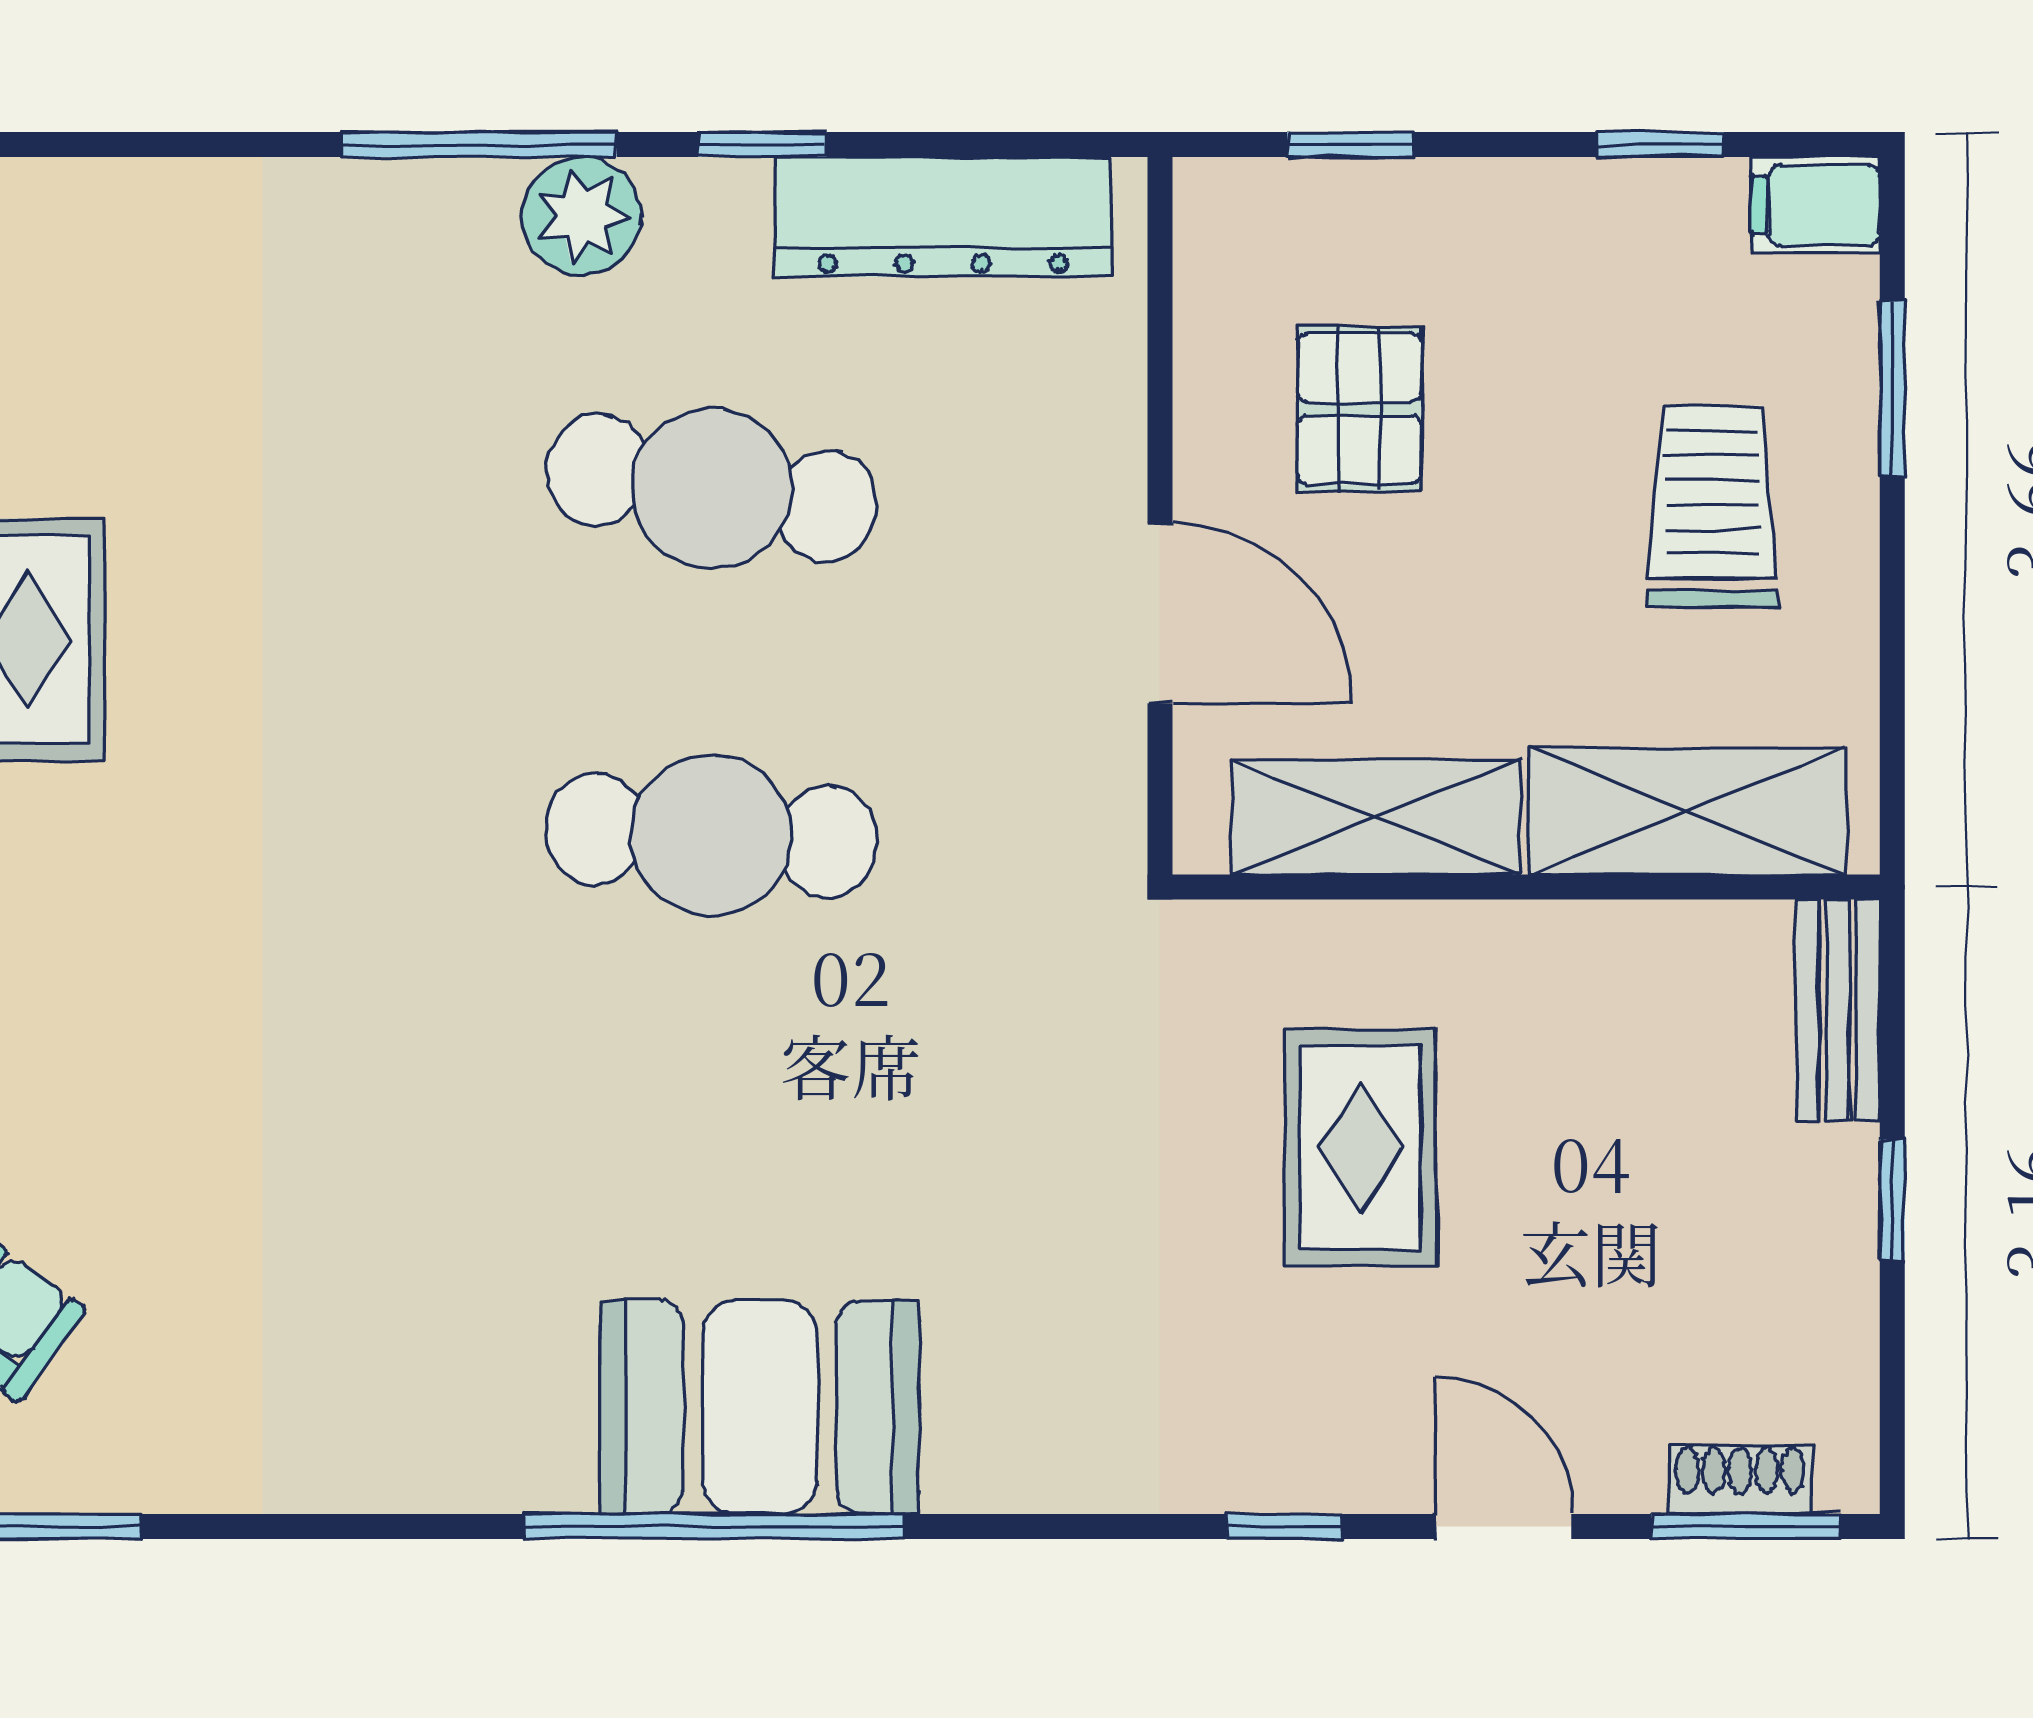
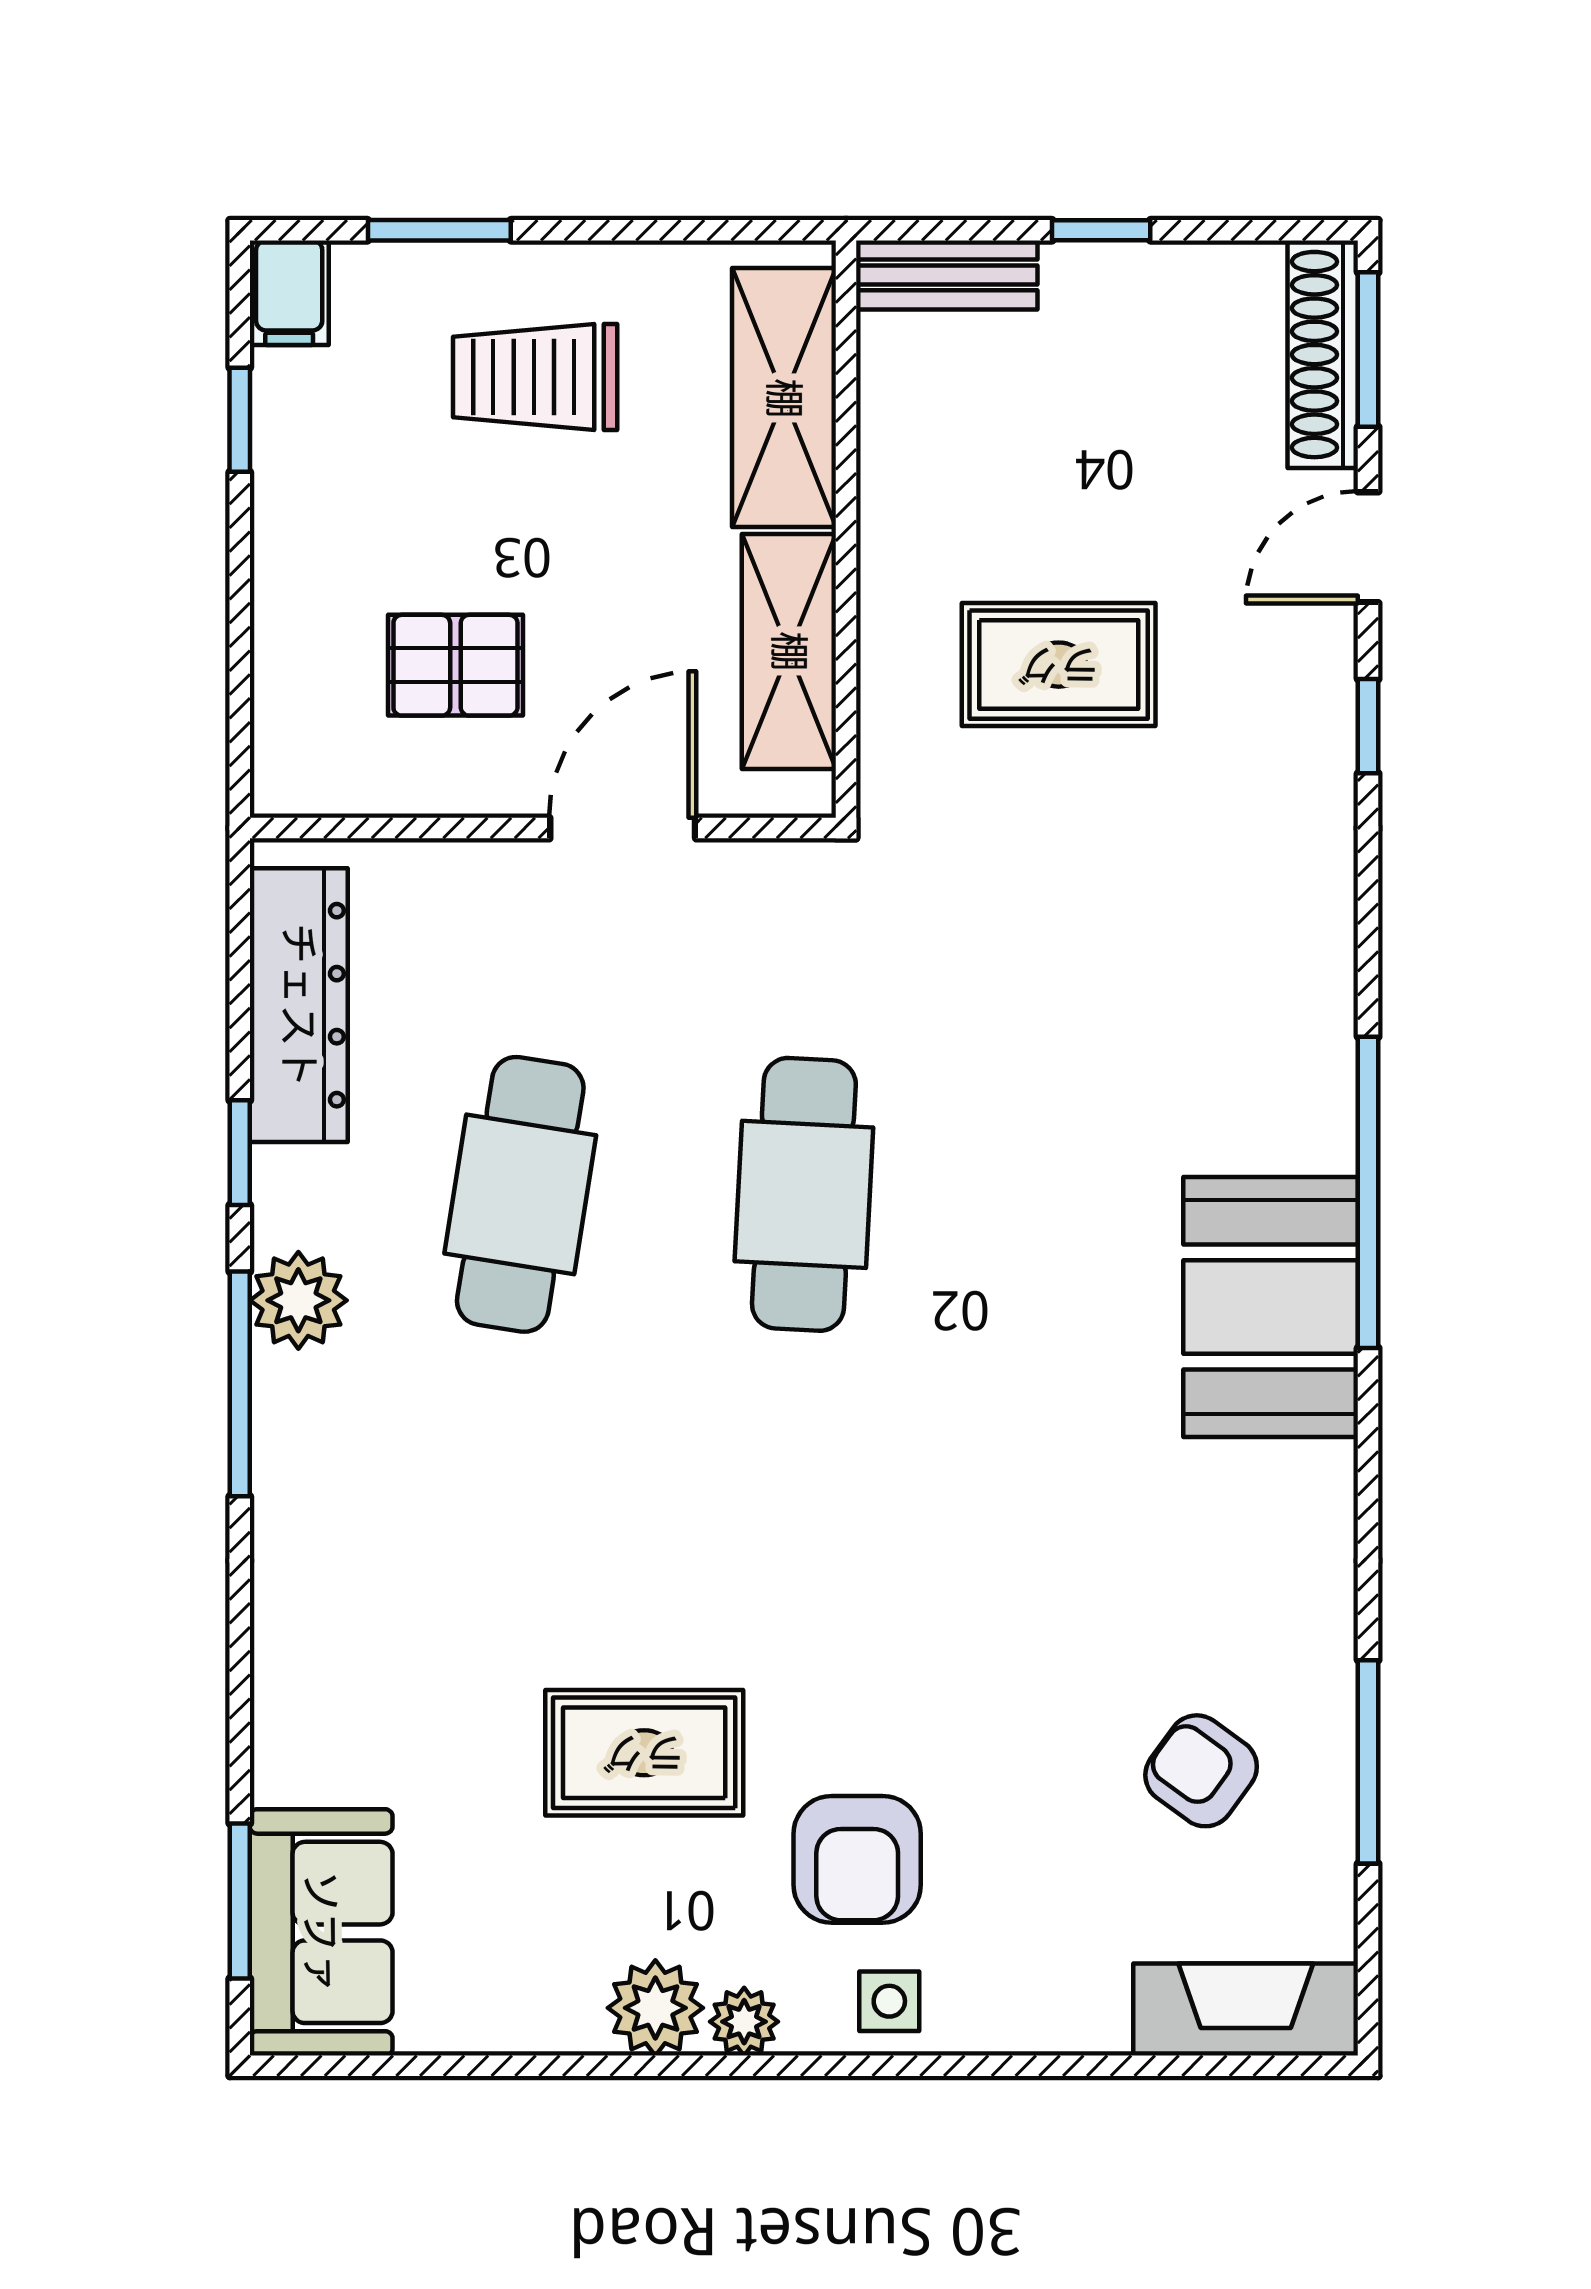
window: (1350, 144) -> (240, 673), removed
booth: (760, 1407) -> (1271, 1307), moved
shoe rack: (1740, 1479) -> (1323, 355), width x1.94, depth x1.24

